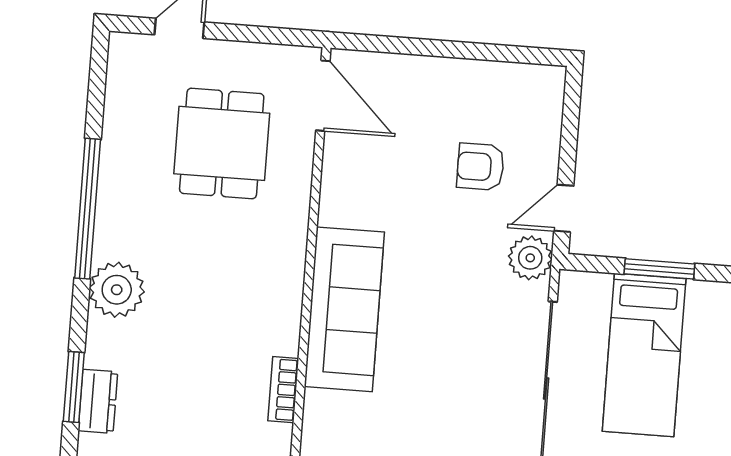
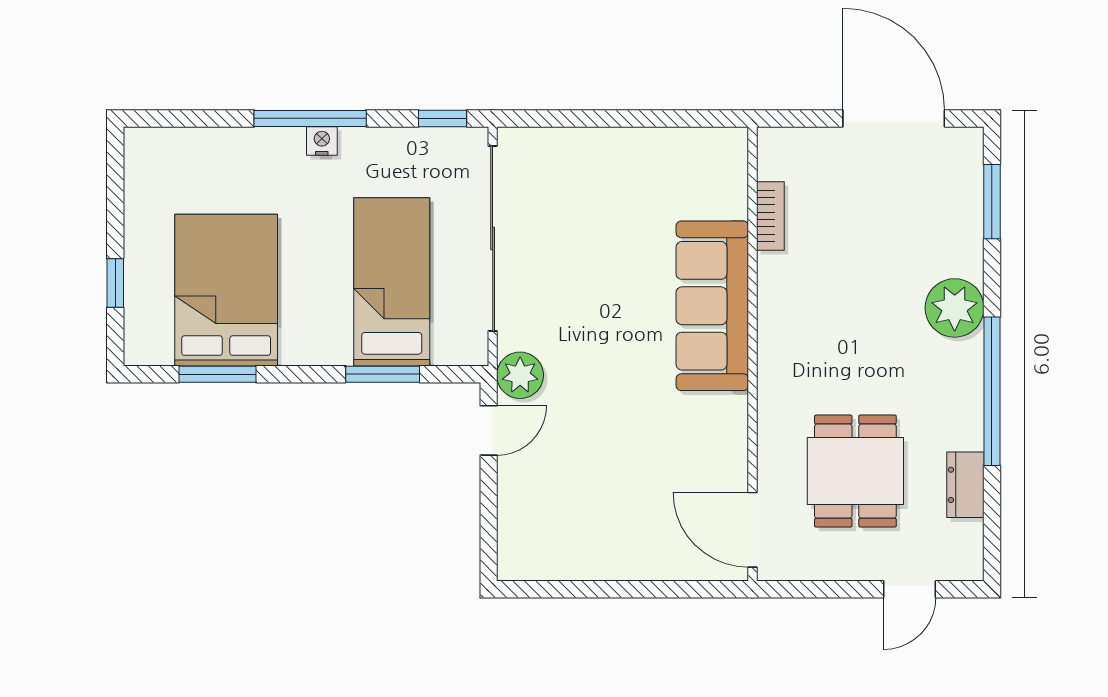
armchair: (481, 167) -> (580, 468), removed
dresser: (98, 401) -> (965, 485), moved

